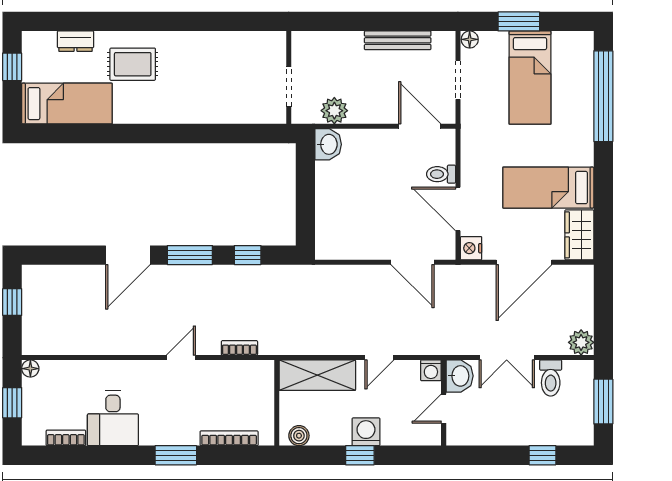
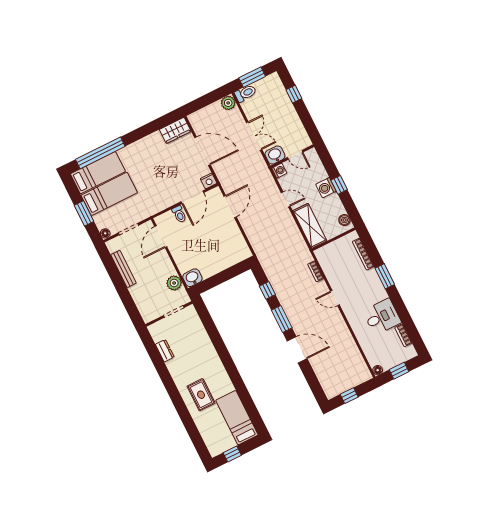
dresser: (76, 41) -> (165, 351), moved
bed: (548, 188) -> (98, 173), moved, turned -90
toilet: (551, 378) -> (245, 93), moved

